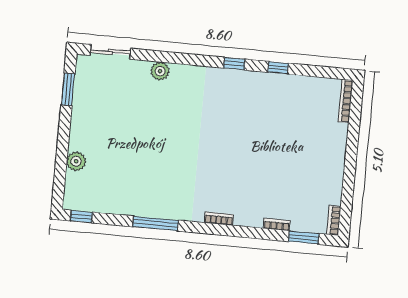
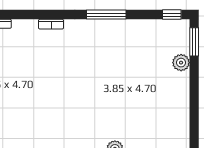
window: (68, 89) -> (194, 42), moved

